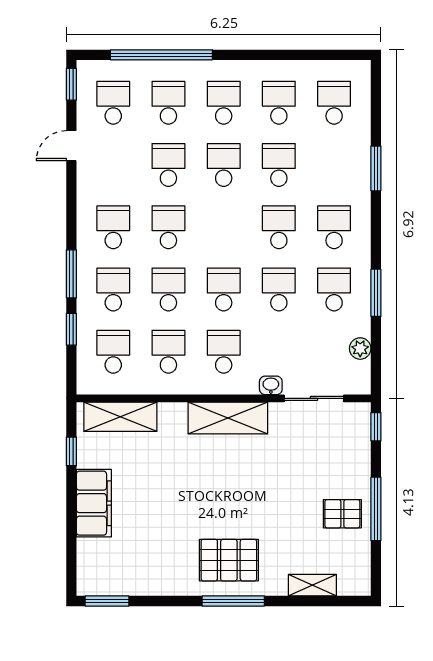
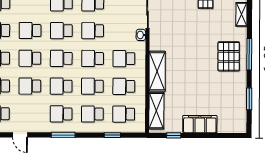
school desk: (224, 227) -> (61, 58), added
window: (71, 274) -> (63, 135), moved
shelving: (228, 418) -> (157, 71), moved
window: (107, 601) -> (249, 99), moved

